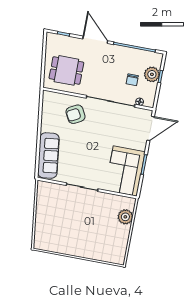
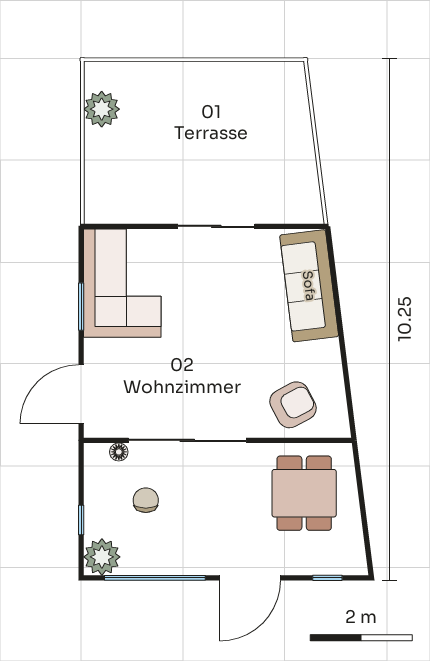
door: (95, 40) -> (250, 578), hinge flipped
dining table: (66, 70) -> (304, 493), turned 90
plant: (152, 74) -> (102, 557), moved
armchair: (75, 114) -> (293, 405), moved
plant: (125, 217) -> (102, 109), moved

